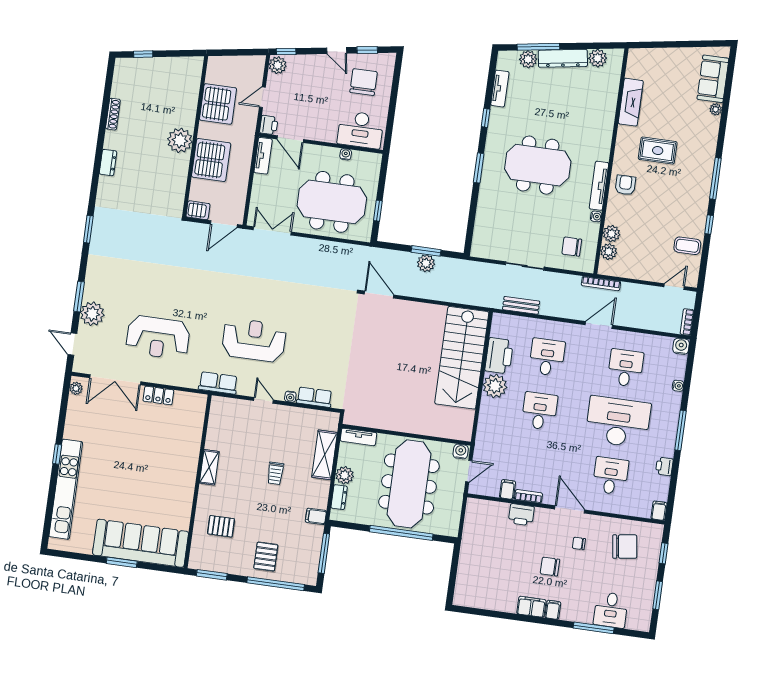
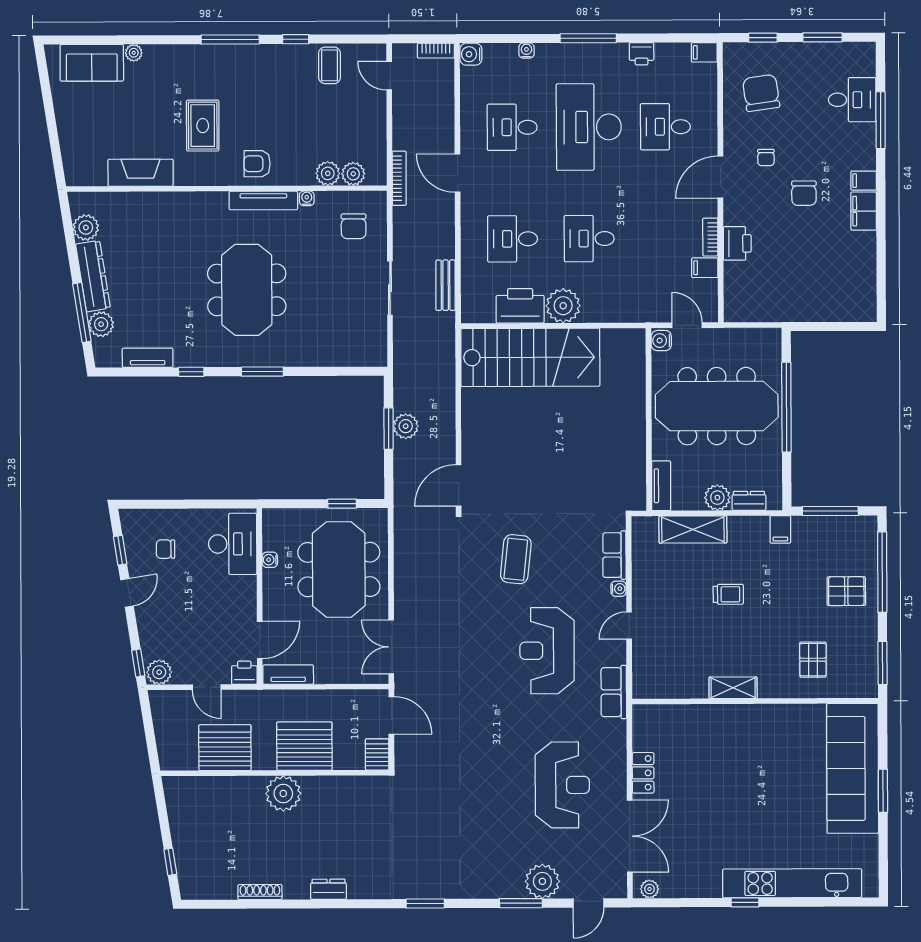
chair: (364, 82) -> (166, 549), width x0.54, depth x0.54
coffee table: (321, 327) -> (516, 559), added

